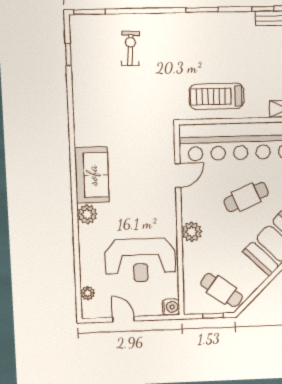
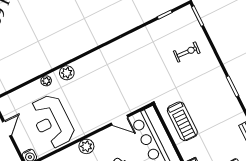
treadmill: (217, 96) -> (182, 121), turned 180
sofa: (92, 175) -> (94, 64), removed
plant: (88, 293) -> (46, 81), moved

